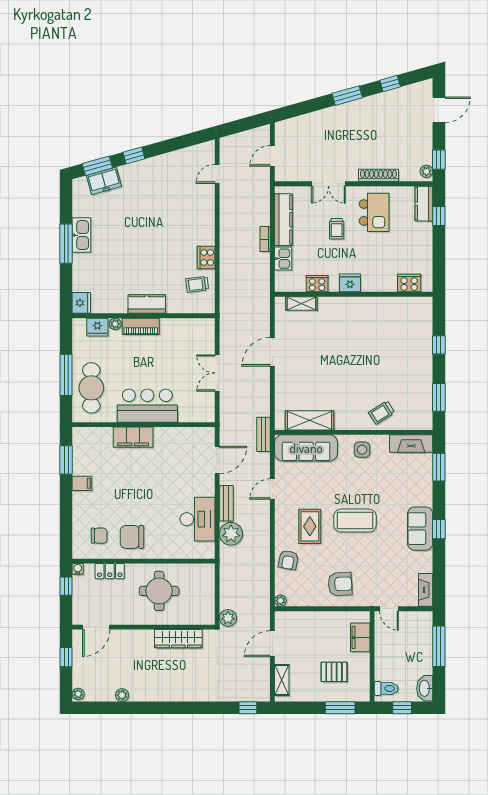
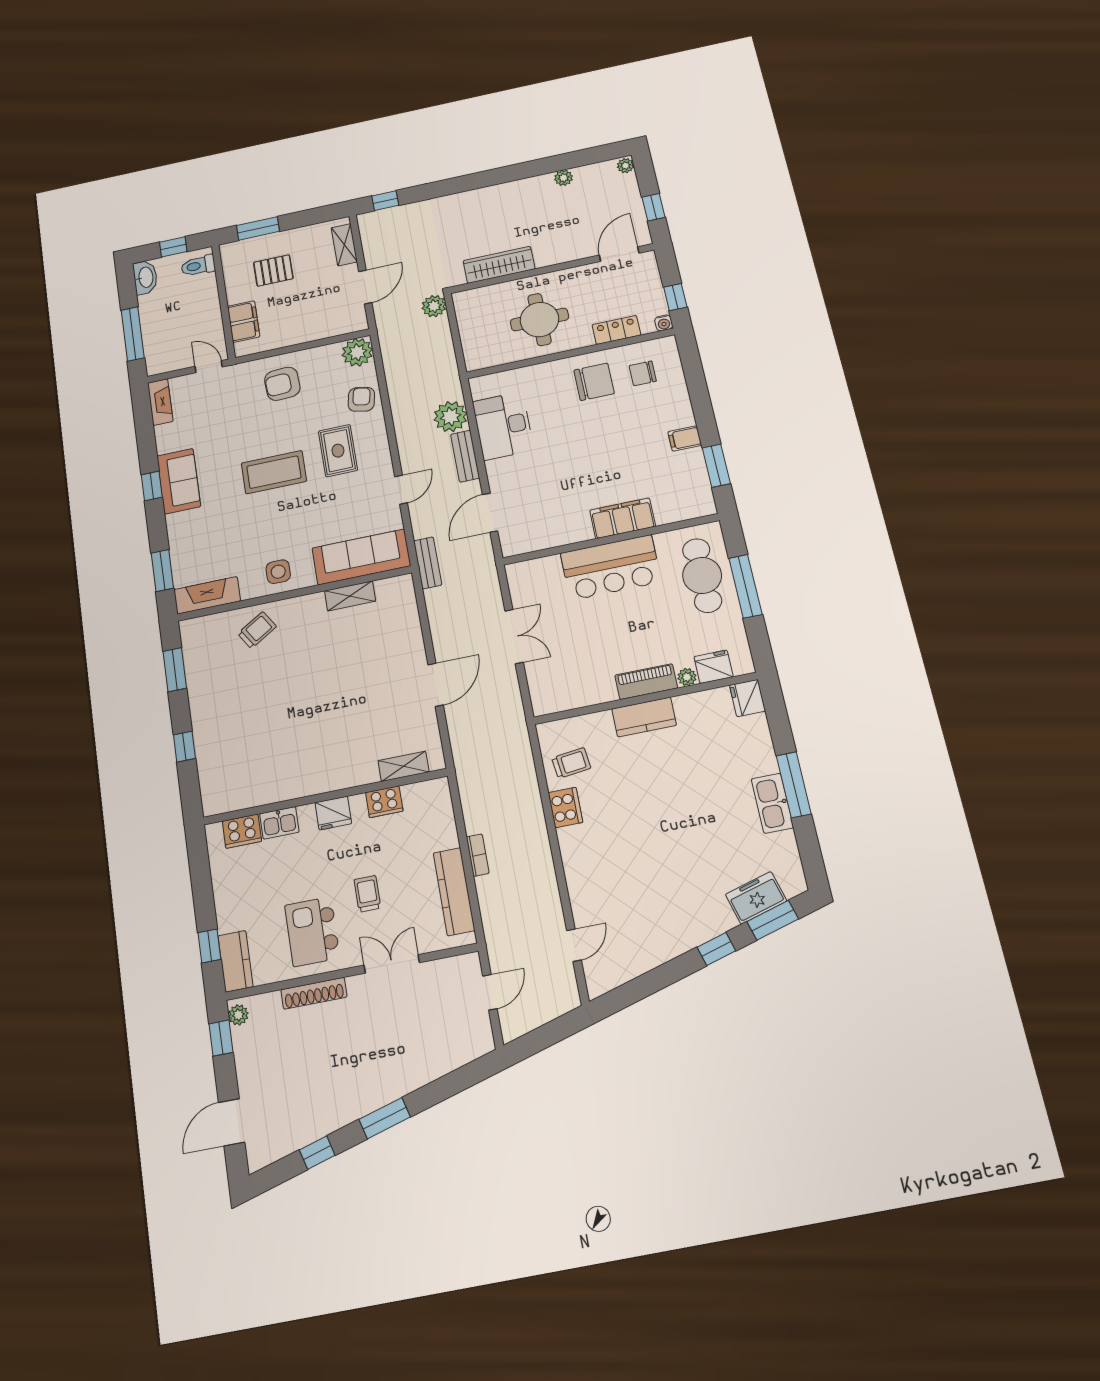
kitchen sink: (283, 259) -> (279, 823), moved, turned -90
shelving: (310, 420) -> (350, 596), width x0.67, depth x0.75
plant: (280, 601) -> (357, 352), width x1.88, depth x1.88

